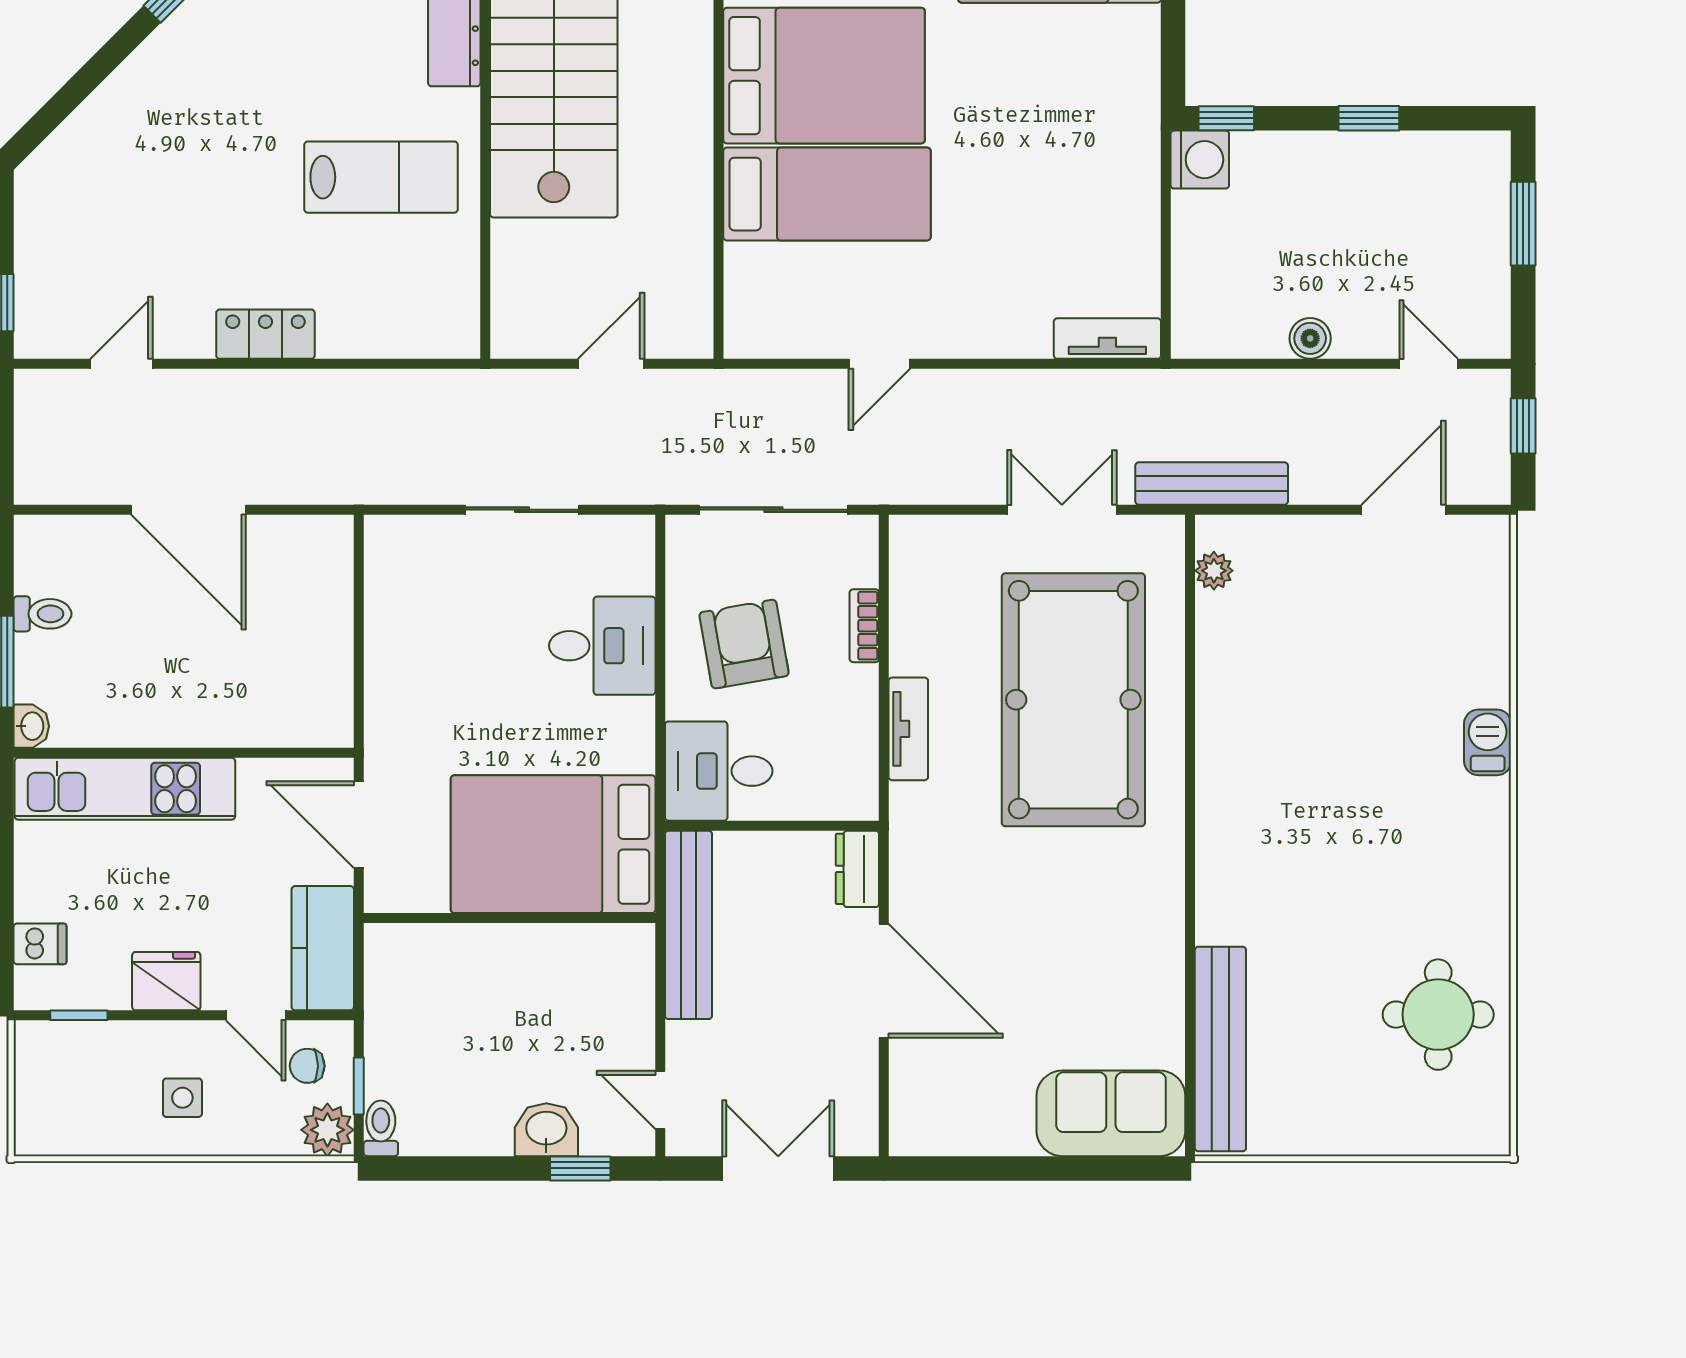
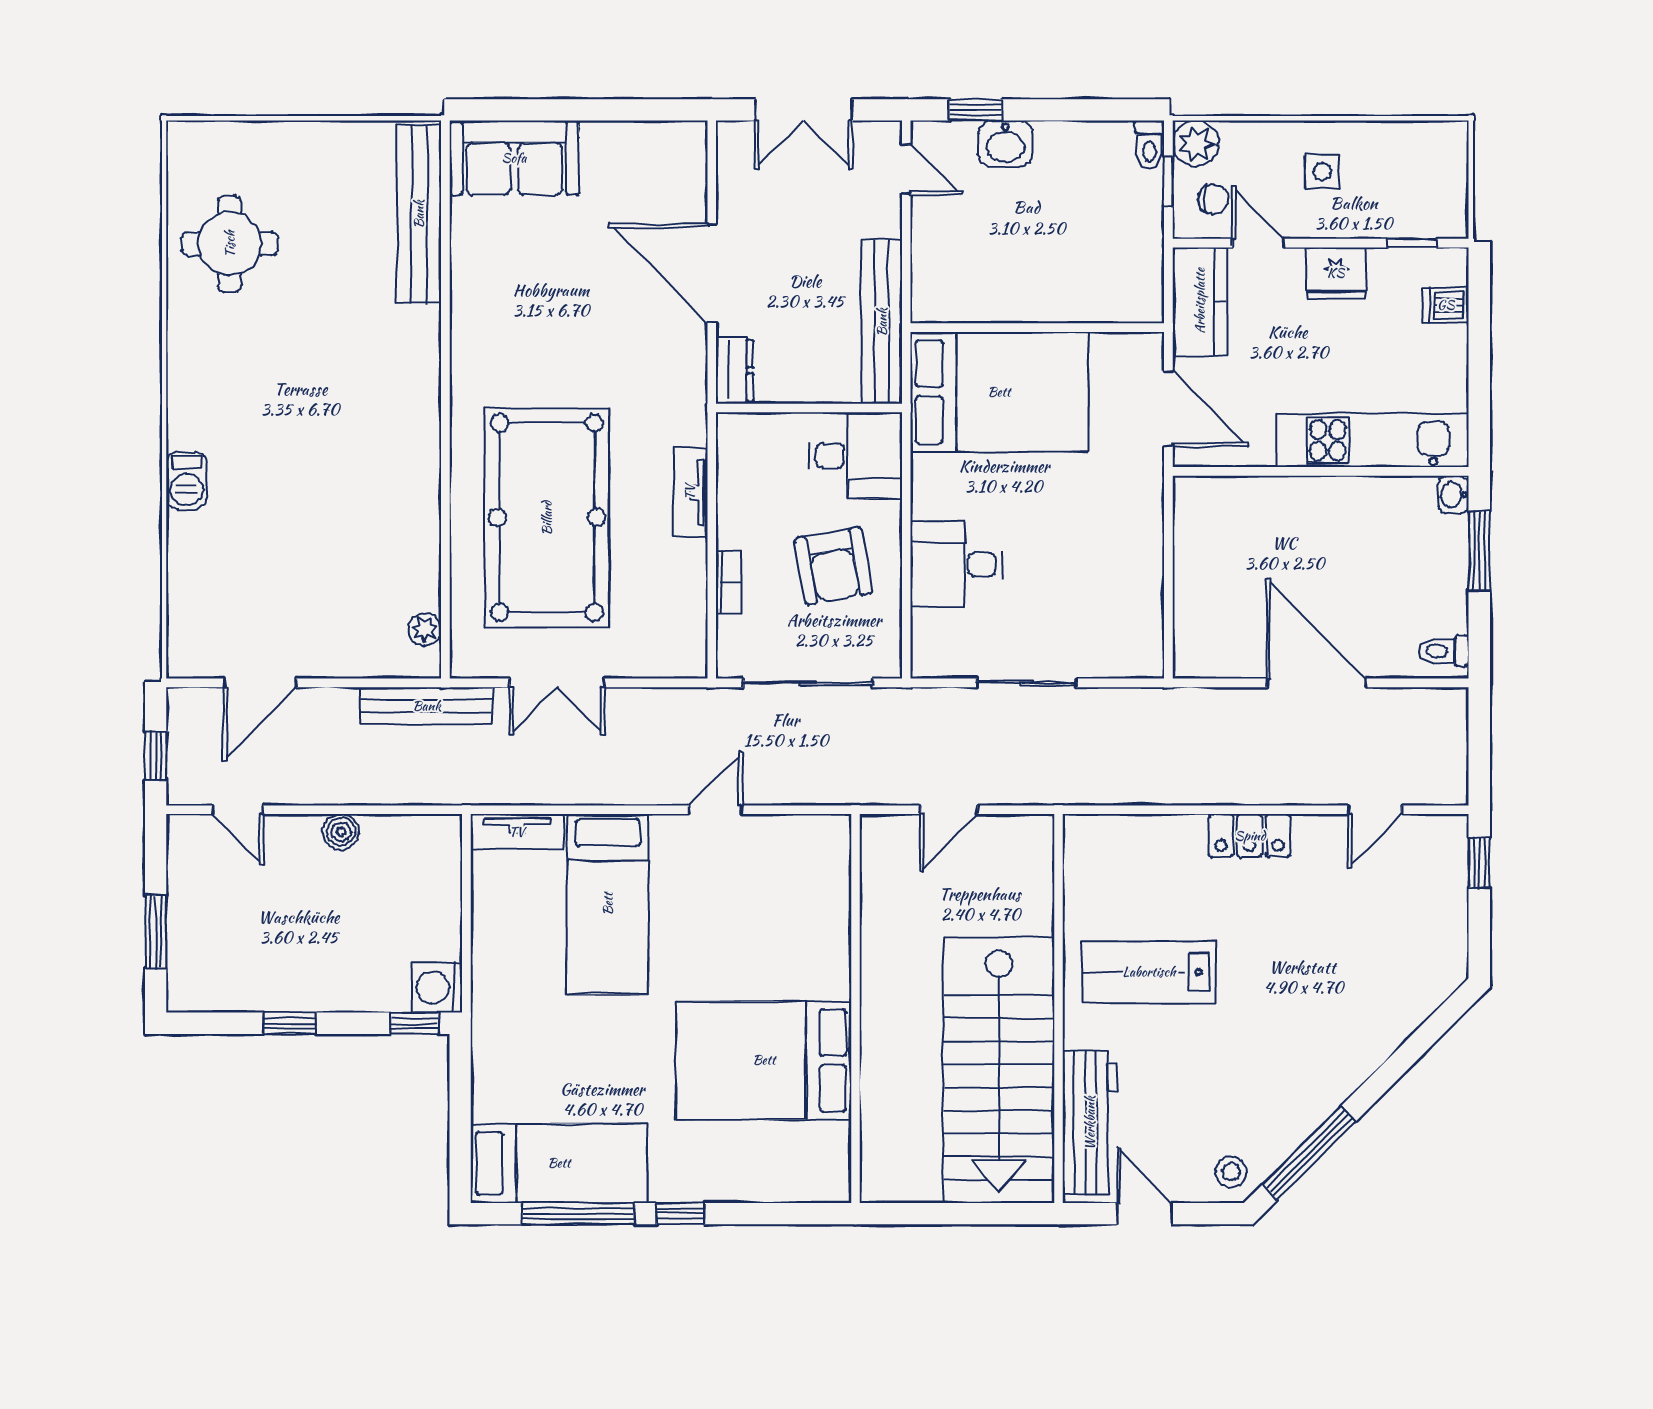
bed: (827, 194) -> (608, 904), moved, turned -90
toilet: (42, 614) -> (1444, 651), moved

